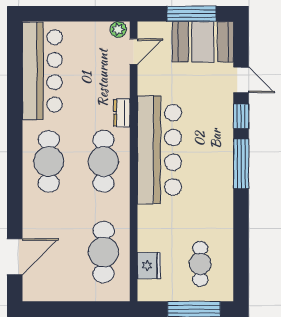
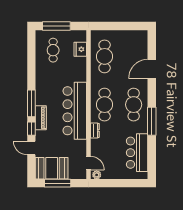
door: (134, 52) -> (88, 163), swing flipped
bar counter: (42, 71) -> (137, 153), width x0.73
window: (15, 130) -> (152, 121), added
piano: (223, 137) -> (41, 118), added
door: (15, 257) -> (152, 69), moved

